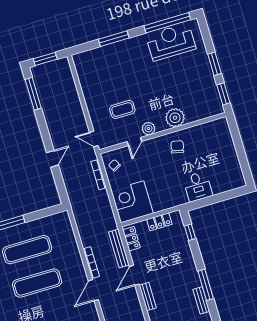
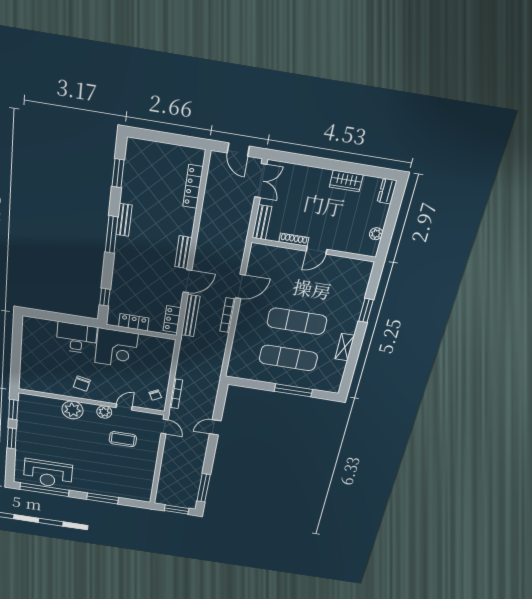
desk: (198, 186) -> (77, 338), width x1.37
corner desk: (132, 202) -> (116, 348), moved

